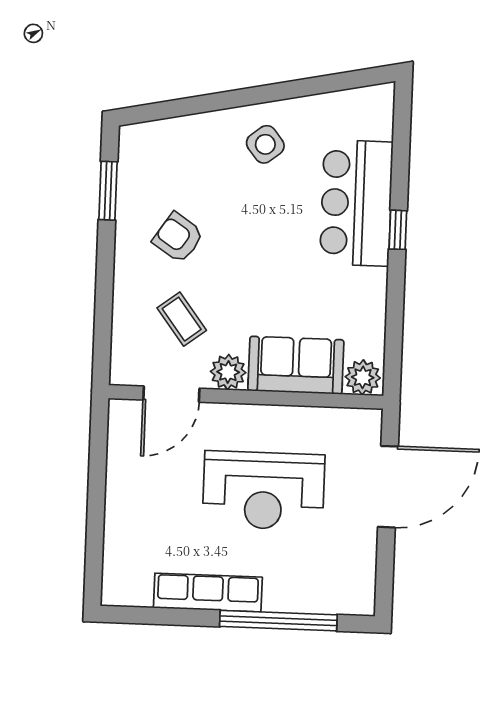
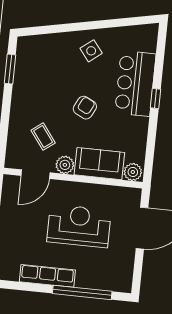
armchair: (178, 238) -> (85, 108), moved, turned 83
reception desk: (264, 490) -> (79, 226), turned 180

